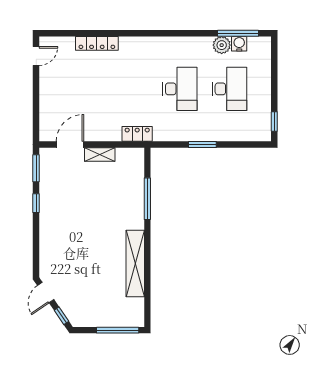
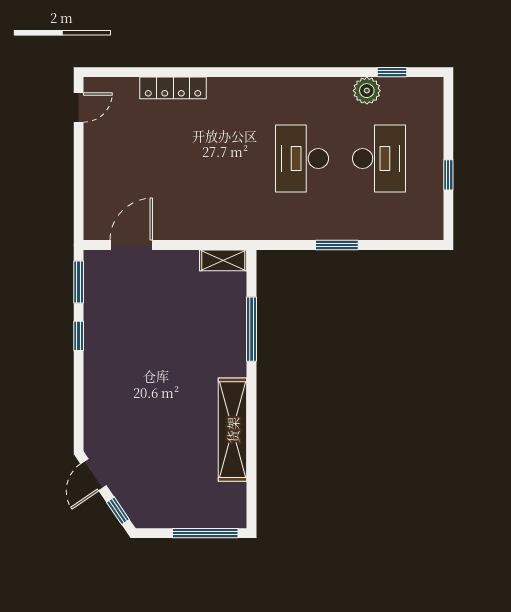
window: (238, 33) -> (392, 72), width x0.46
water cooler: (239, 44) -> (394, 88), removed
desk: (180, 89) -> (302, 159), turned 180
window: (274, 121) -> (448, 175), moved
locker: (137, 134) -> (236, 228), removed
shelving: (100, 154) -> (223, 260), moved

